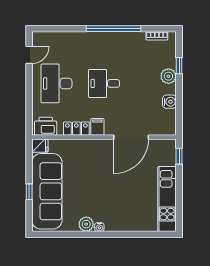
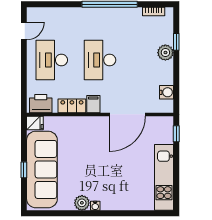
desk: (104, 83) -> (100, 60), width x1.37
water cooler: (169, 102) -> (166, 92), moved

